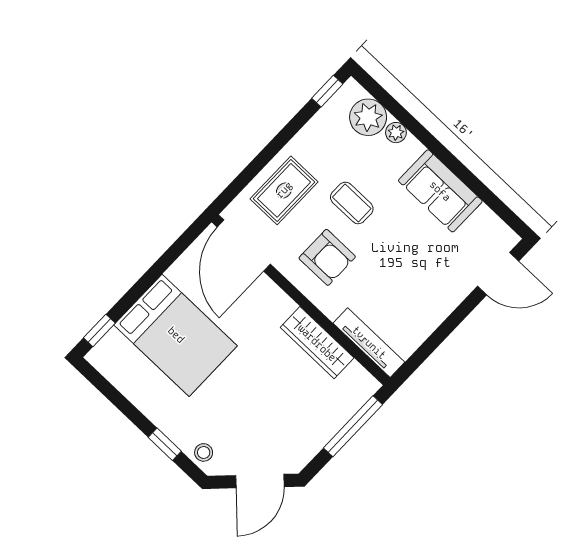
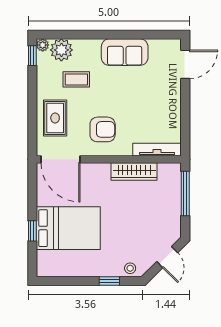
plant: (396, 133) -> (43, 45), moved
coffee table: (352, 203) -> (76, 79), moved
window: (99, 330) -> (32, 231), moved
door: (260, 481) -> (167, 257), width x0.73

